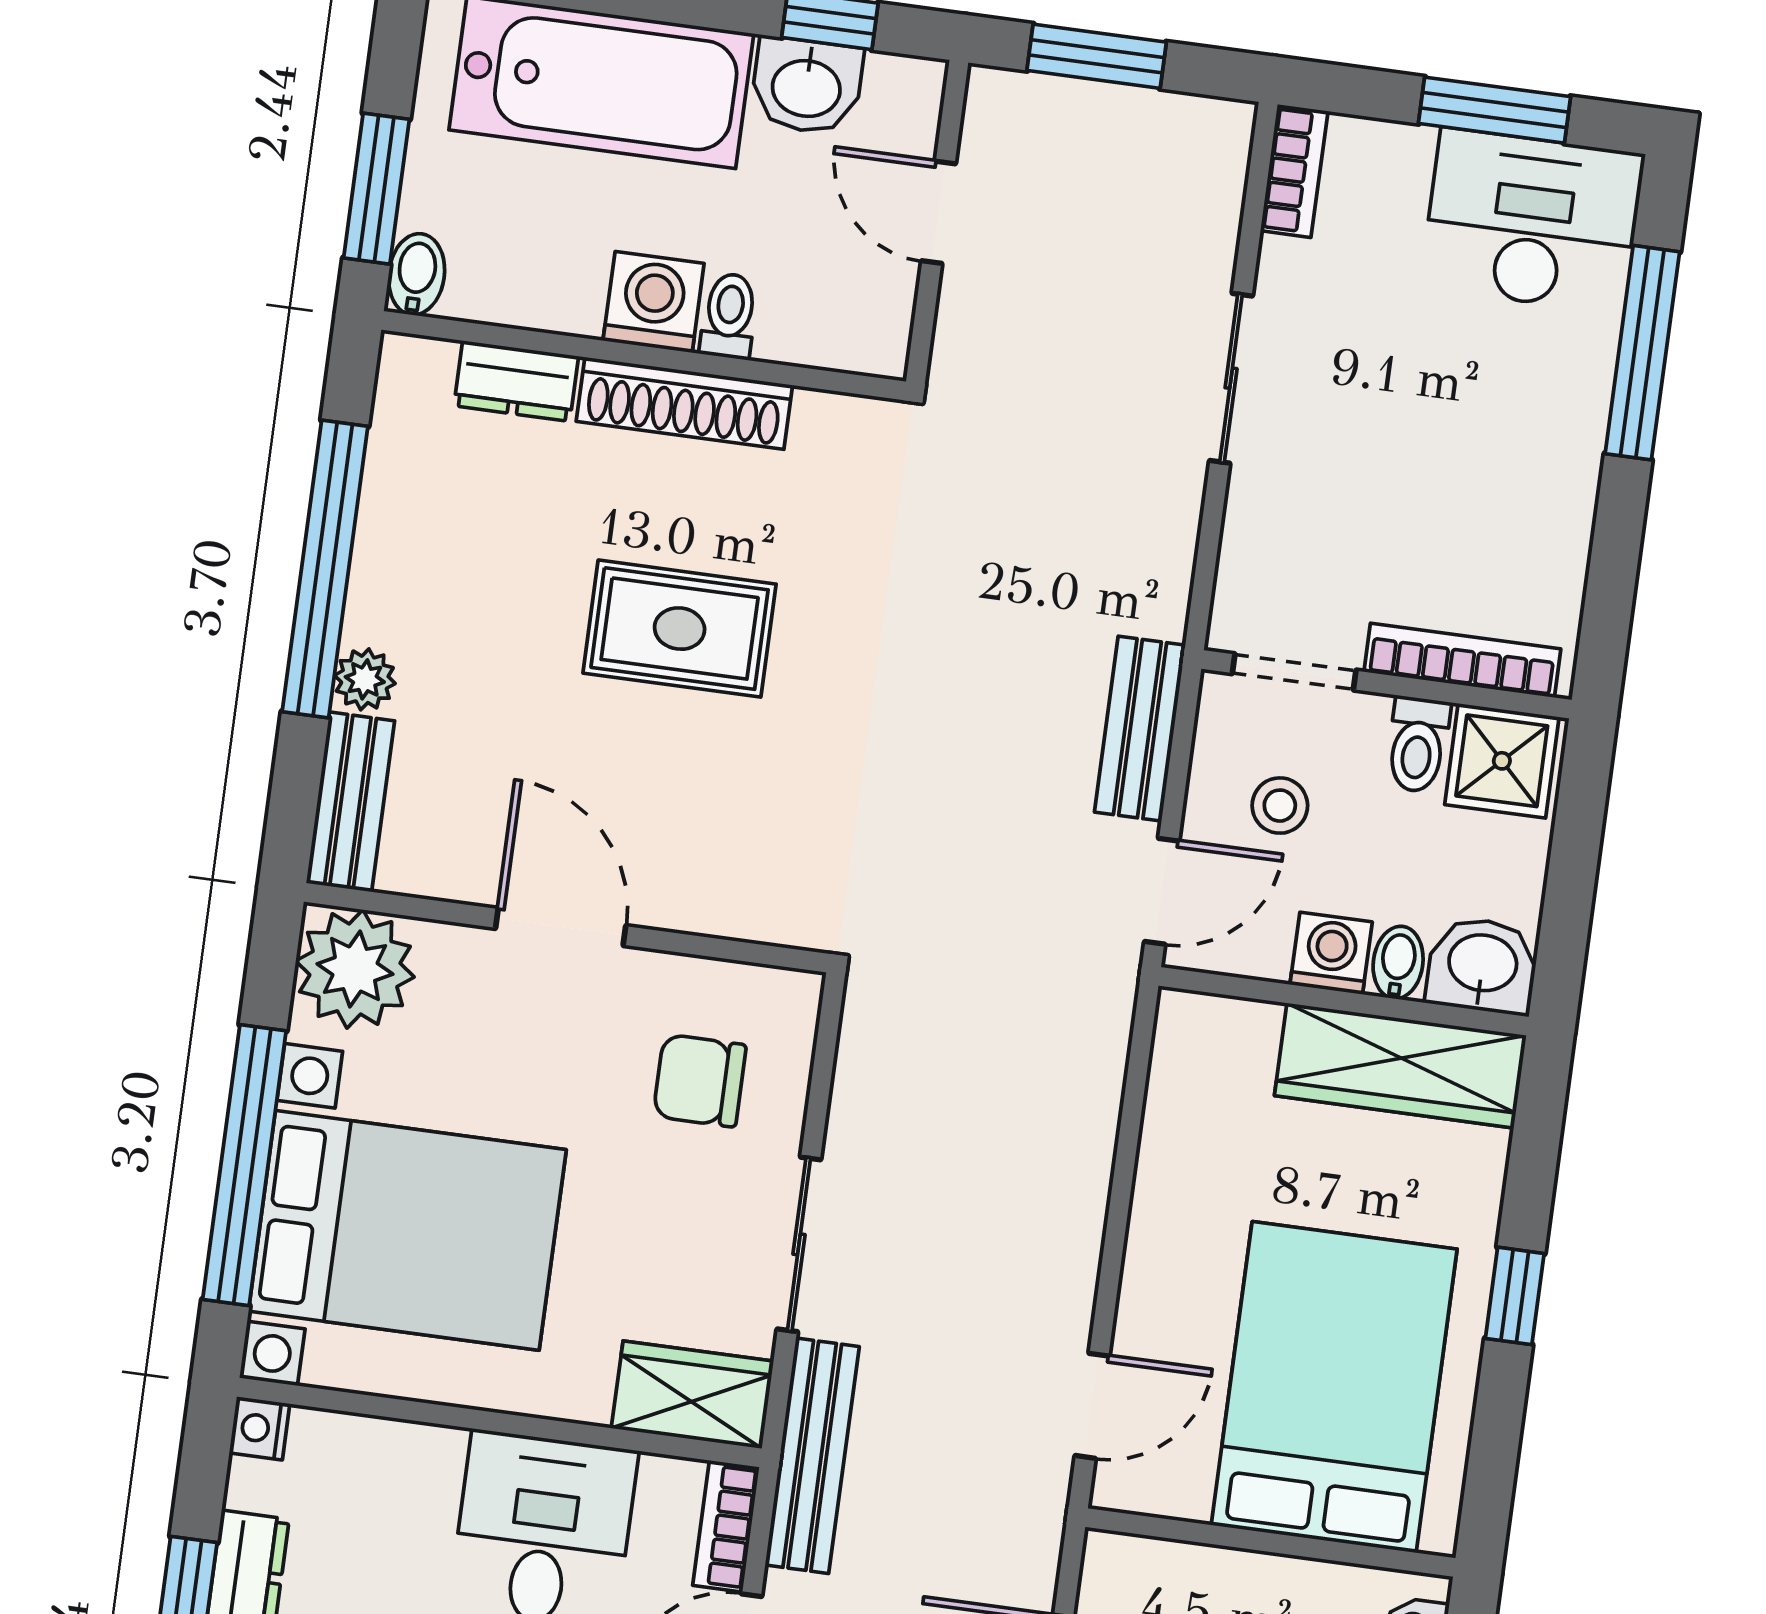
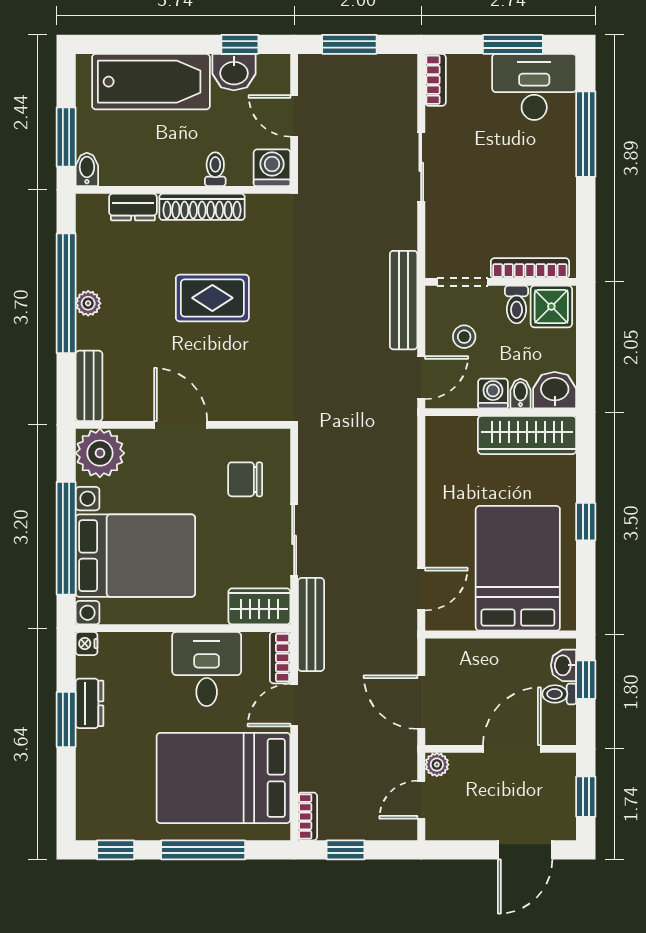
washing machine: (654, 302) -> (272, 168), moved
plant: (365, 679) -> (88, 303), moved
bench: (1140, 729) -> (404, 300), width x1.36

